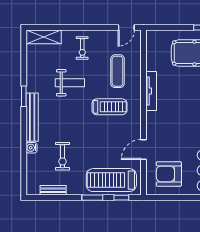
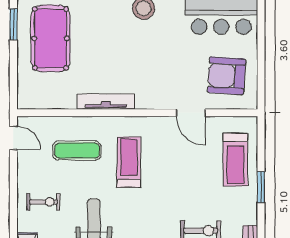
armchair: (169, 174) -> (227, 76), turned 94
treadmill: (111, 180) -> (235, 160), width x0.73, depth x0.73
window: (121, 198) -> (261, 145), removed

